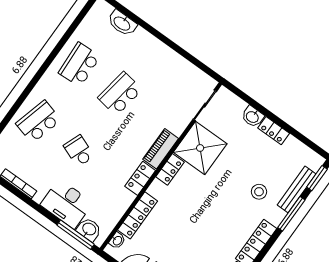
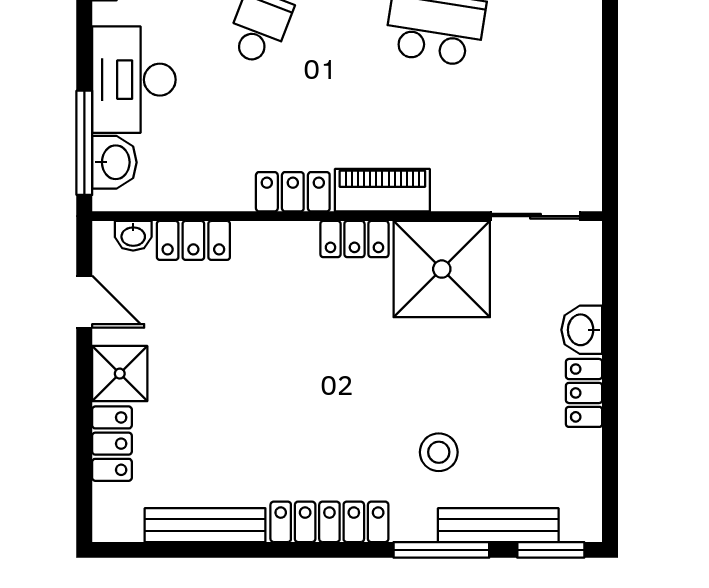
locker: (138, 215) -> (193, 240), width x0.66

